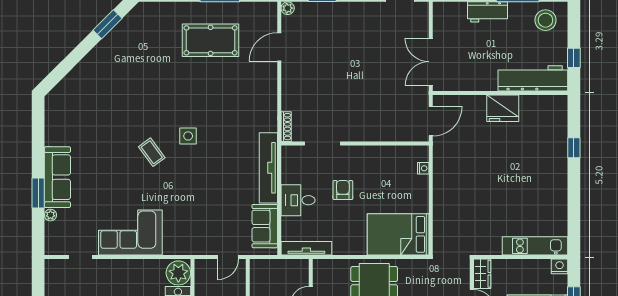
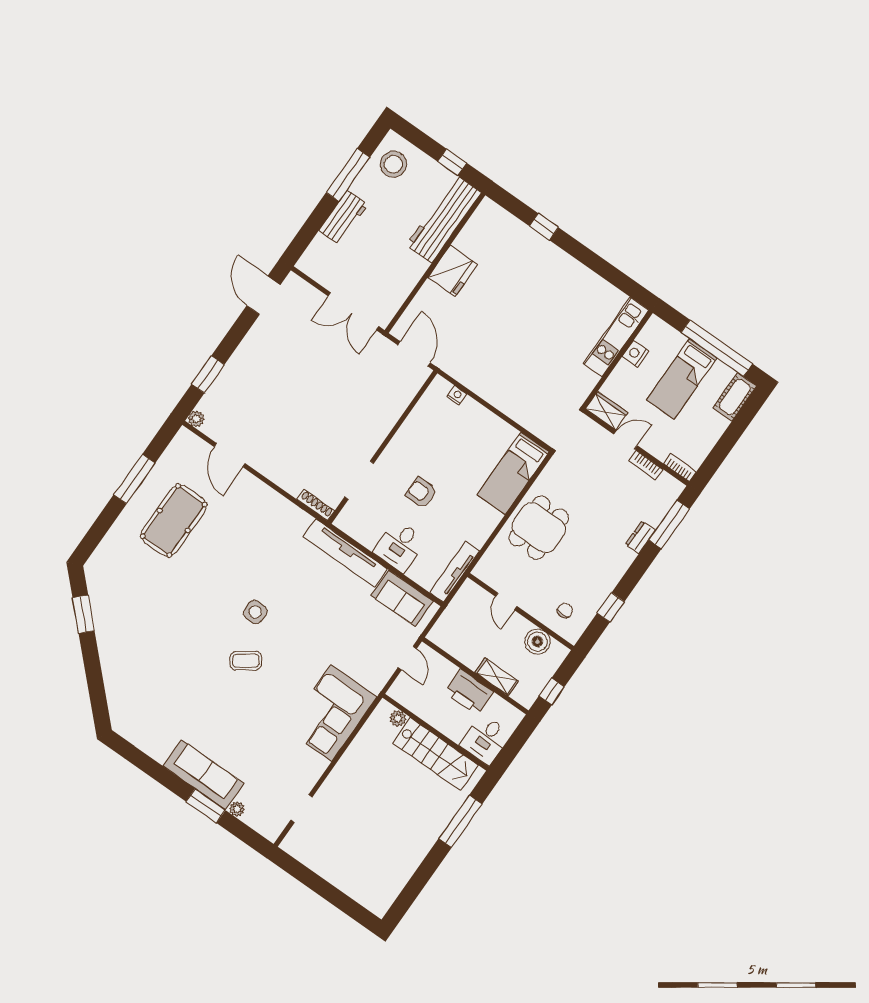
corner sofa: (130, 233) -> (331, 713), moved
bed: (398, 234) -> (513, 473), width x0.67
nightstand: (559, 266) -> (635, 354), moved
plant: (178, 273) -> (398, 718), width x0.53, depth x0.53

